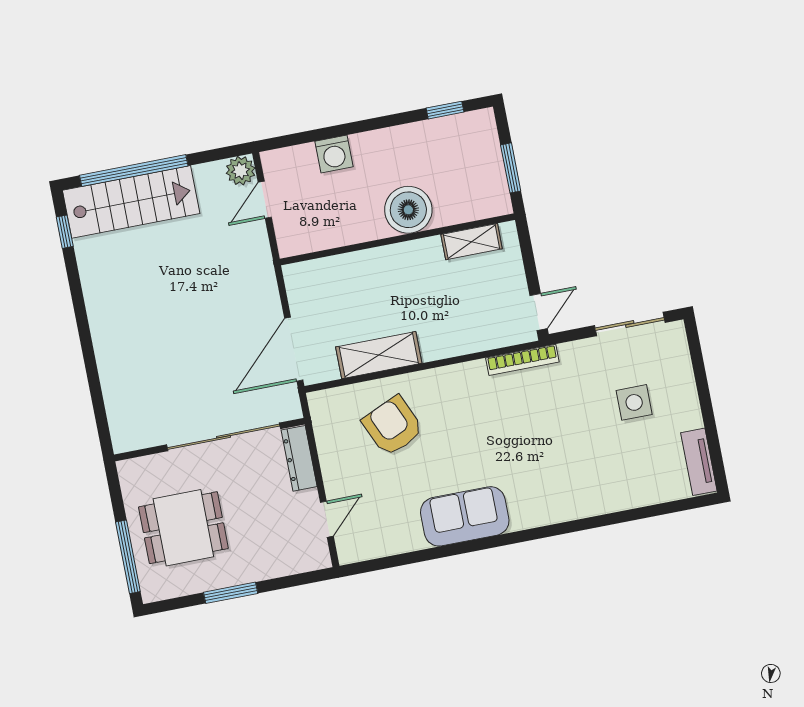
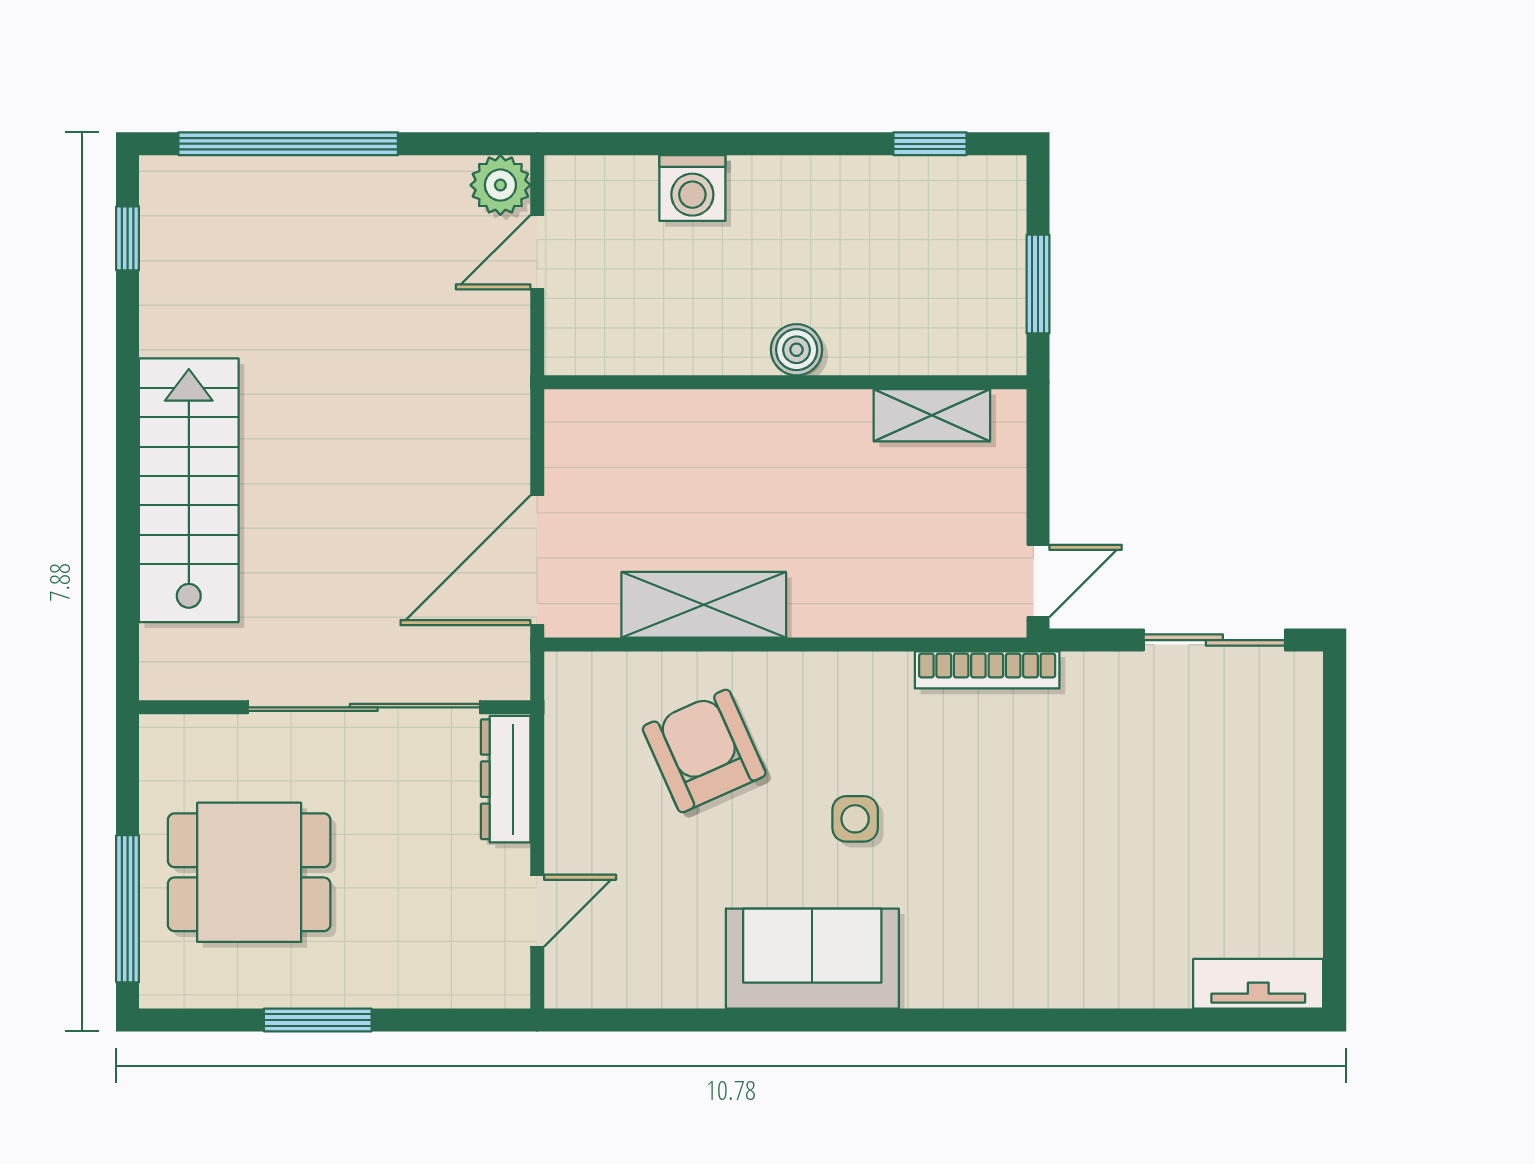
stairs: (131, 202) -> (189, 490), moved, turned -90
boiler: (408, 210) -> (797, 350), width x0.54, depth x0.54
side table: (634, 402) -> (855, 819), moved, width x0.73, depth x0.73
tv unit: (699, 462) -> (1258, 984), moved, turned 90

